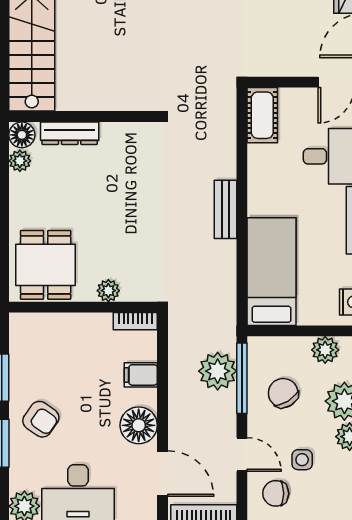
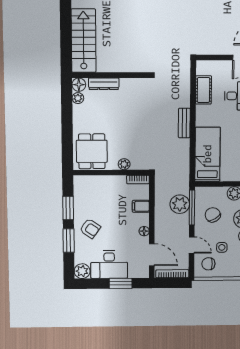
cot: (262, 115) -> (203, 90), moved
floor lamp: (139, 425) -> (144, 231), width x0.53, depth x0.53

